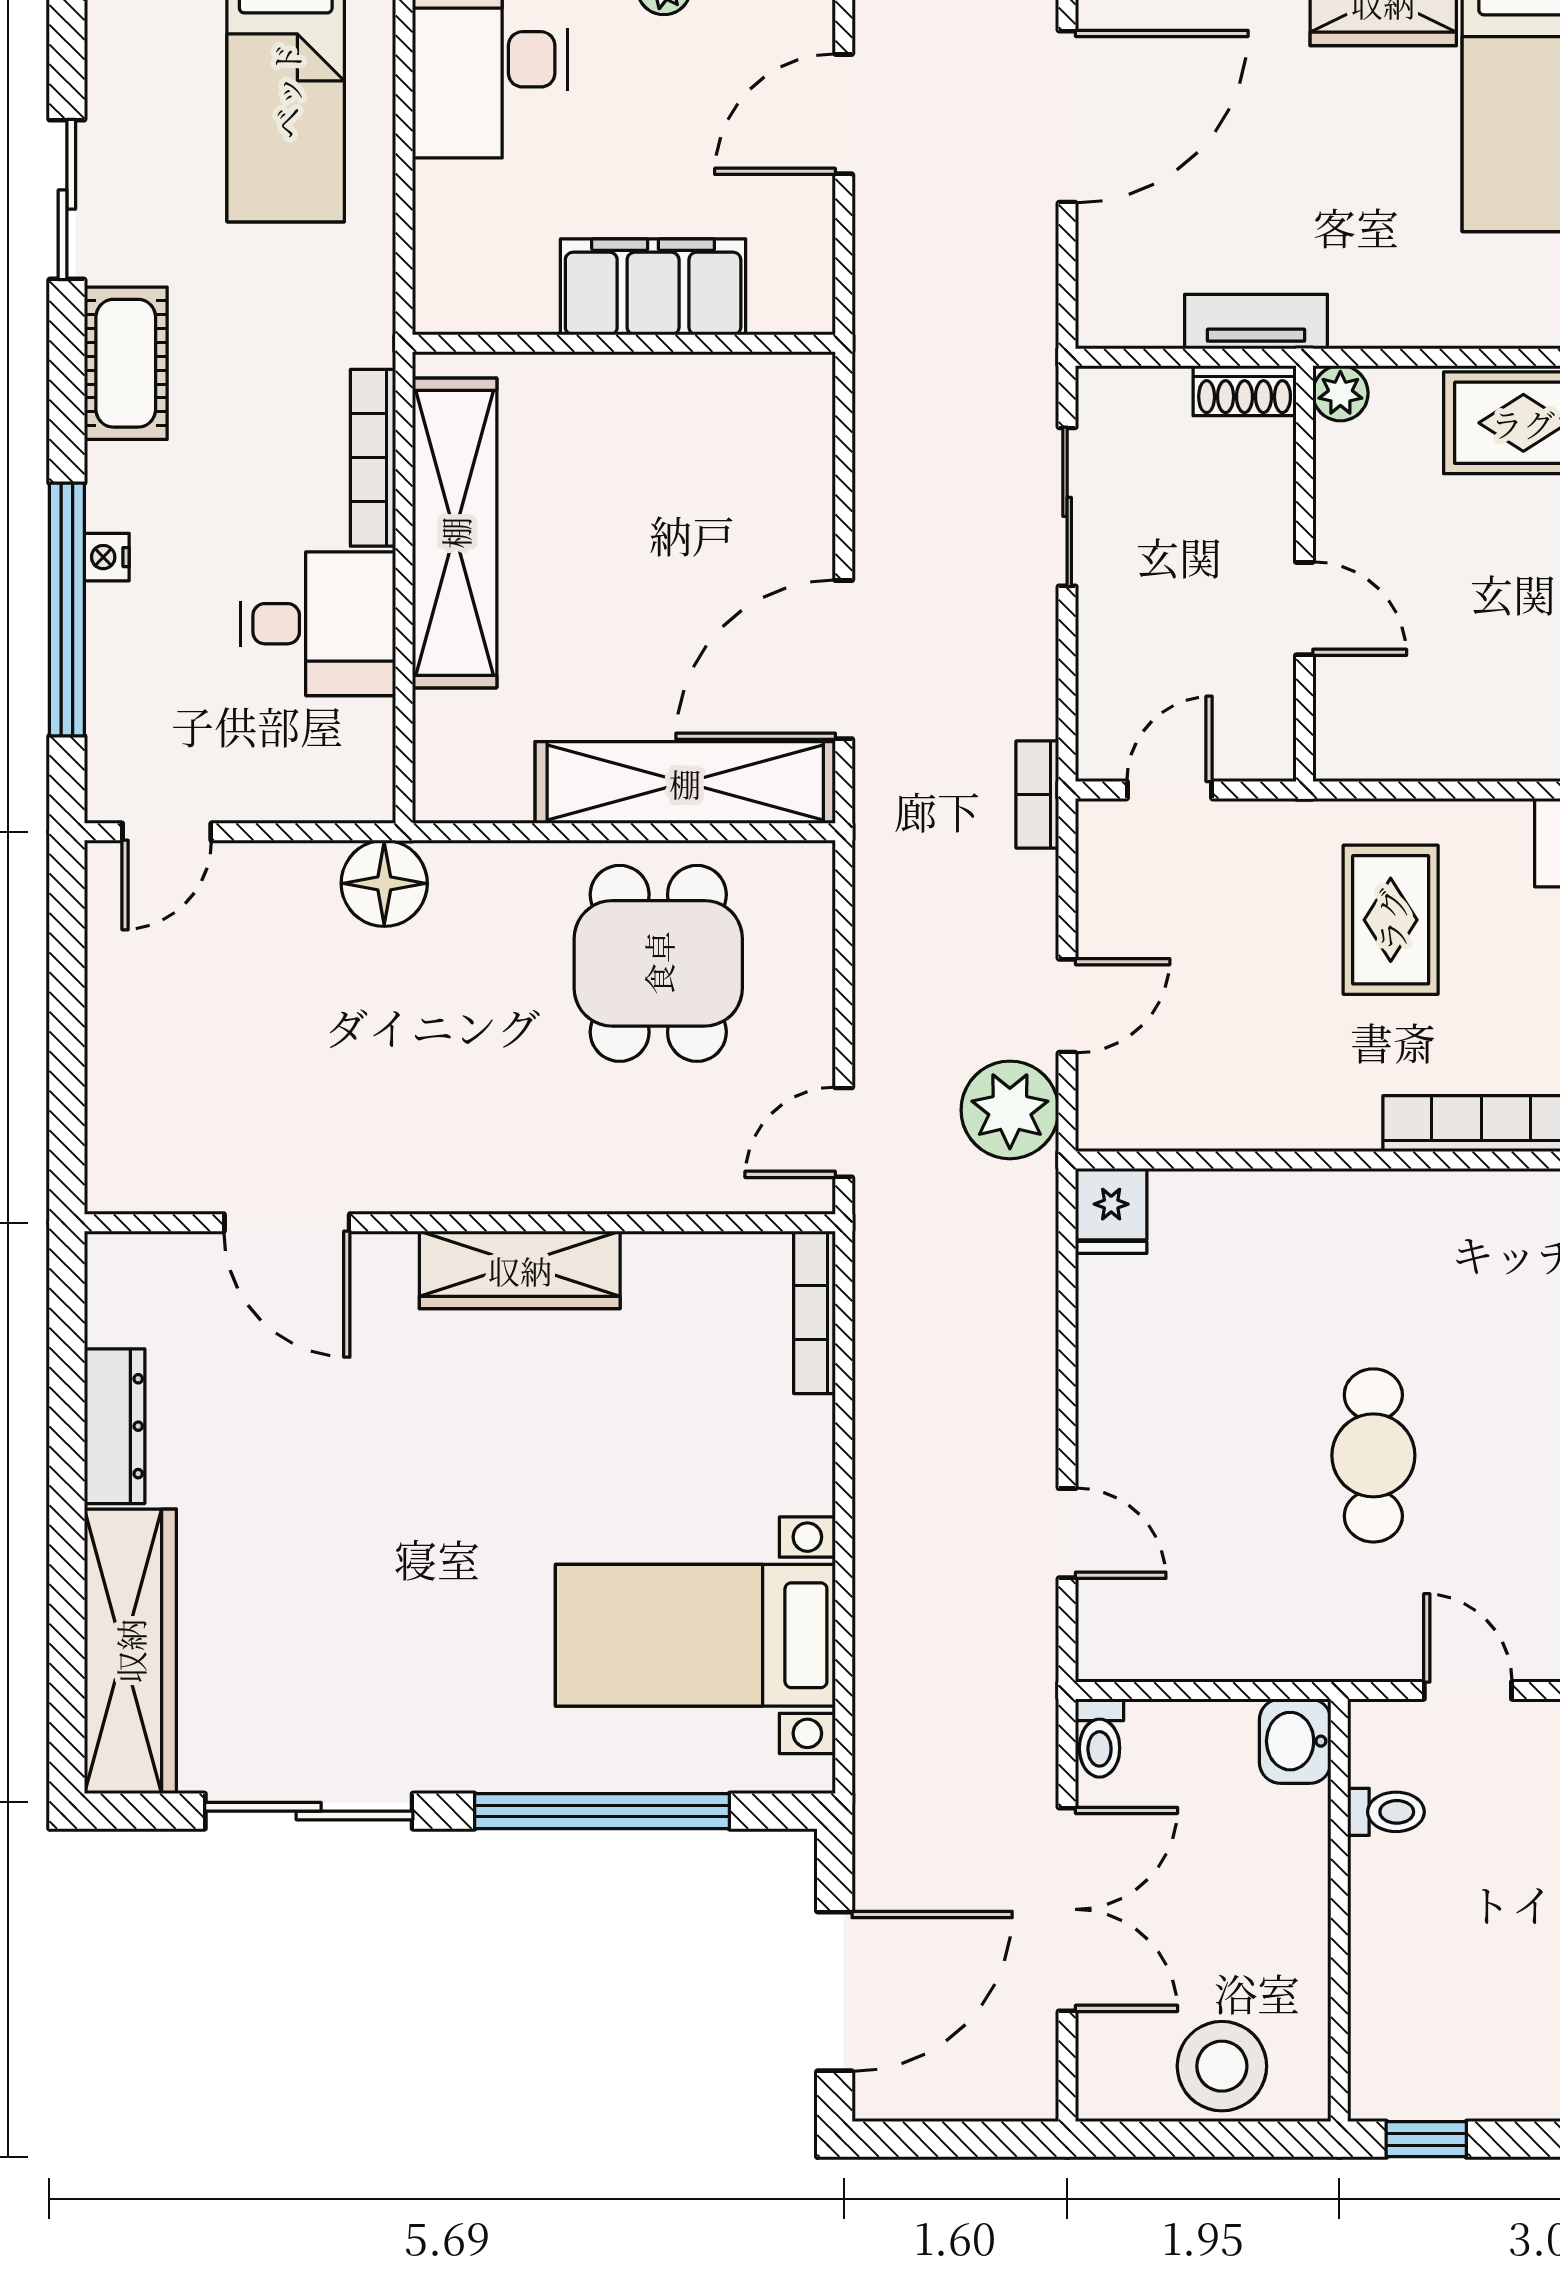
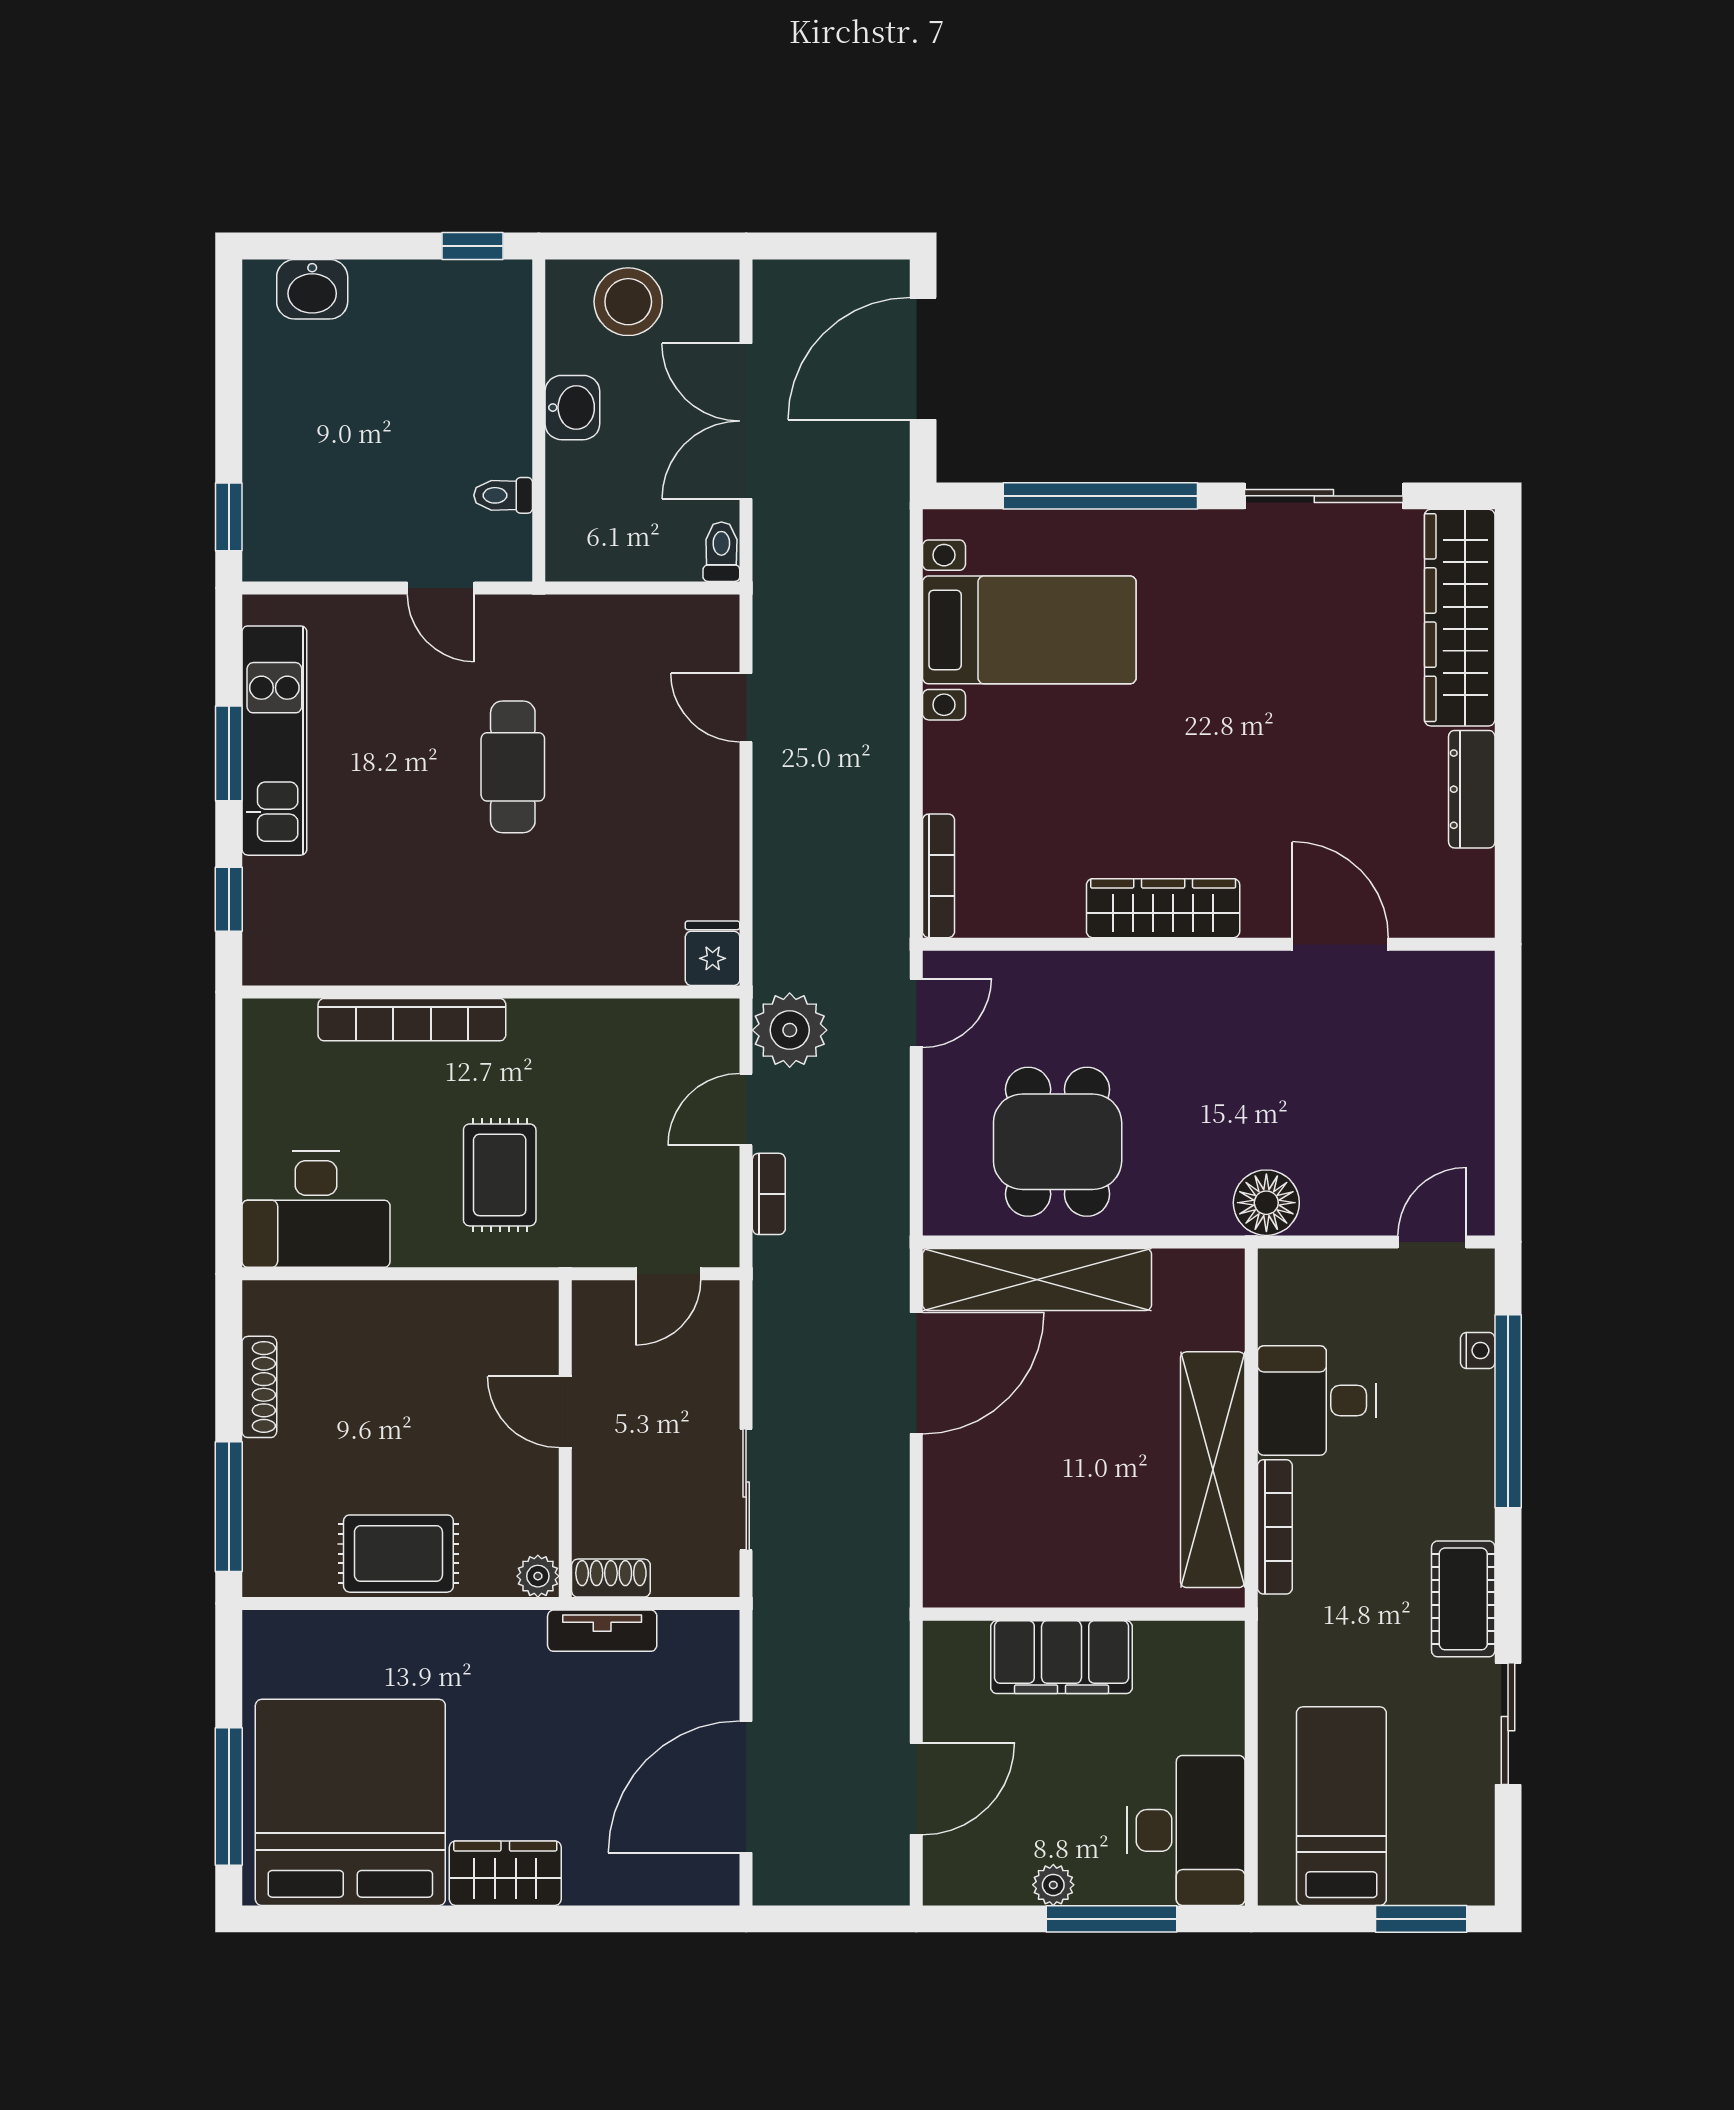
nightstand: (107, 557) -> (1478, 1350), moved
bookcase: (1037, 795) -> (769, 1194), moved
washbasin: (1295, 1741) -> (572, 408), moved

